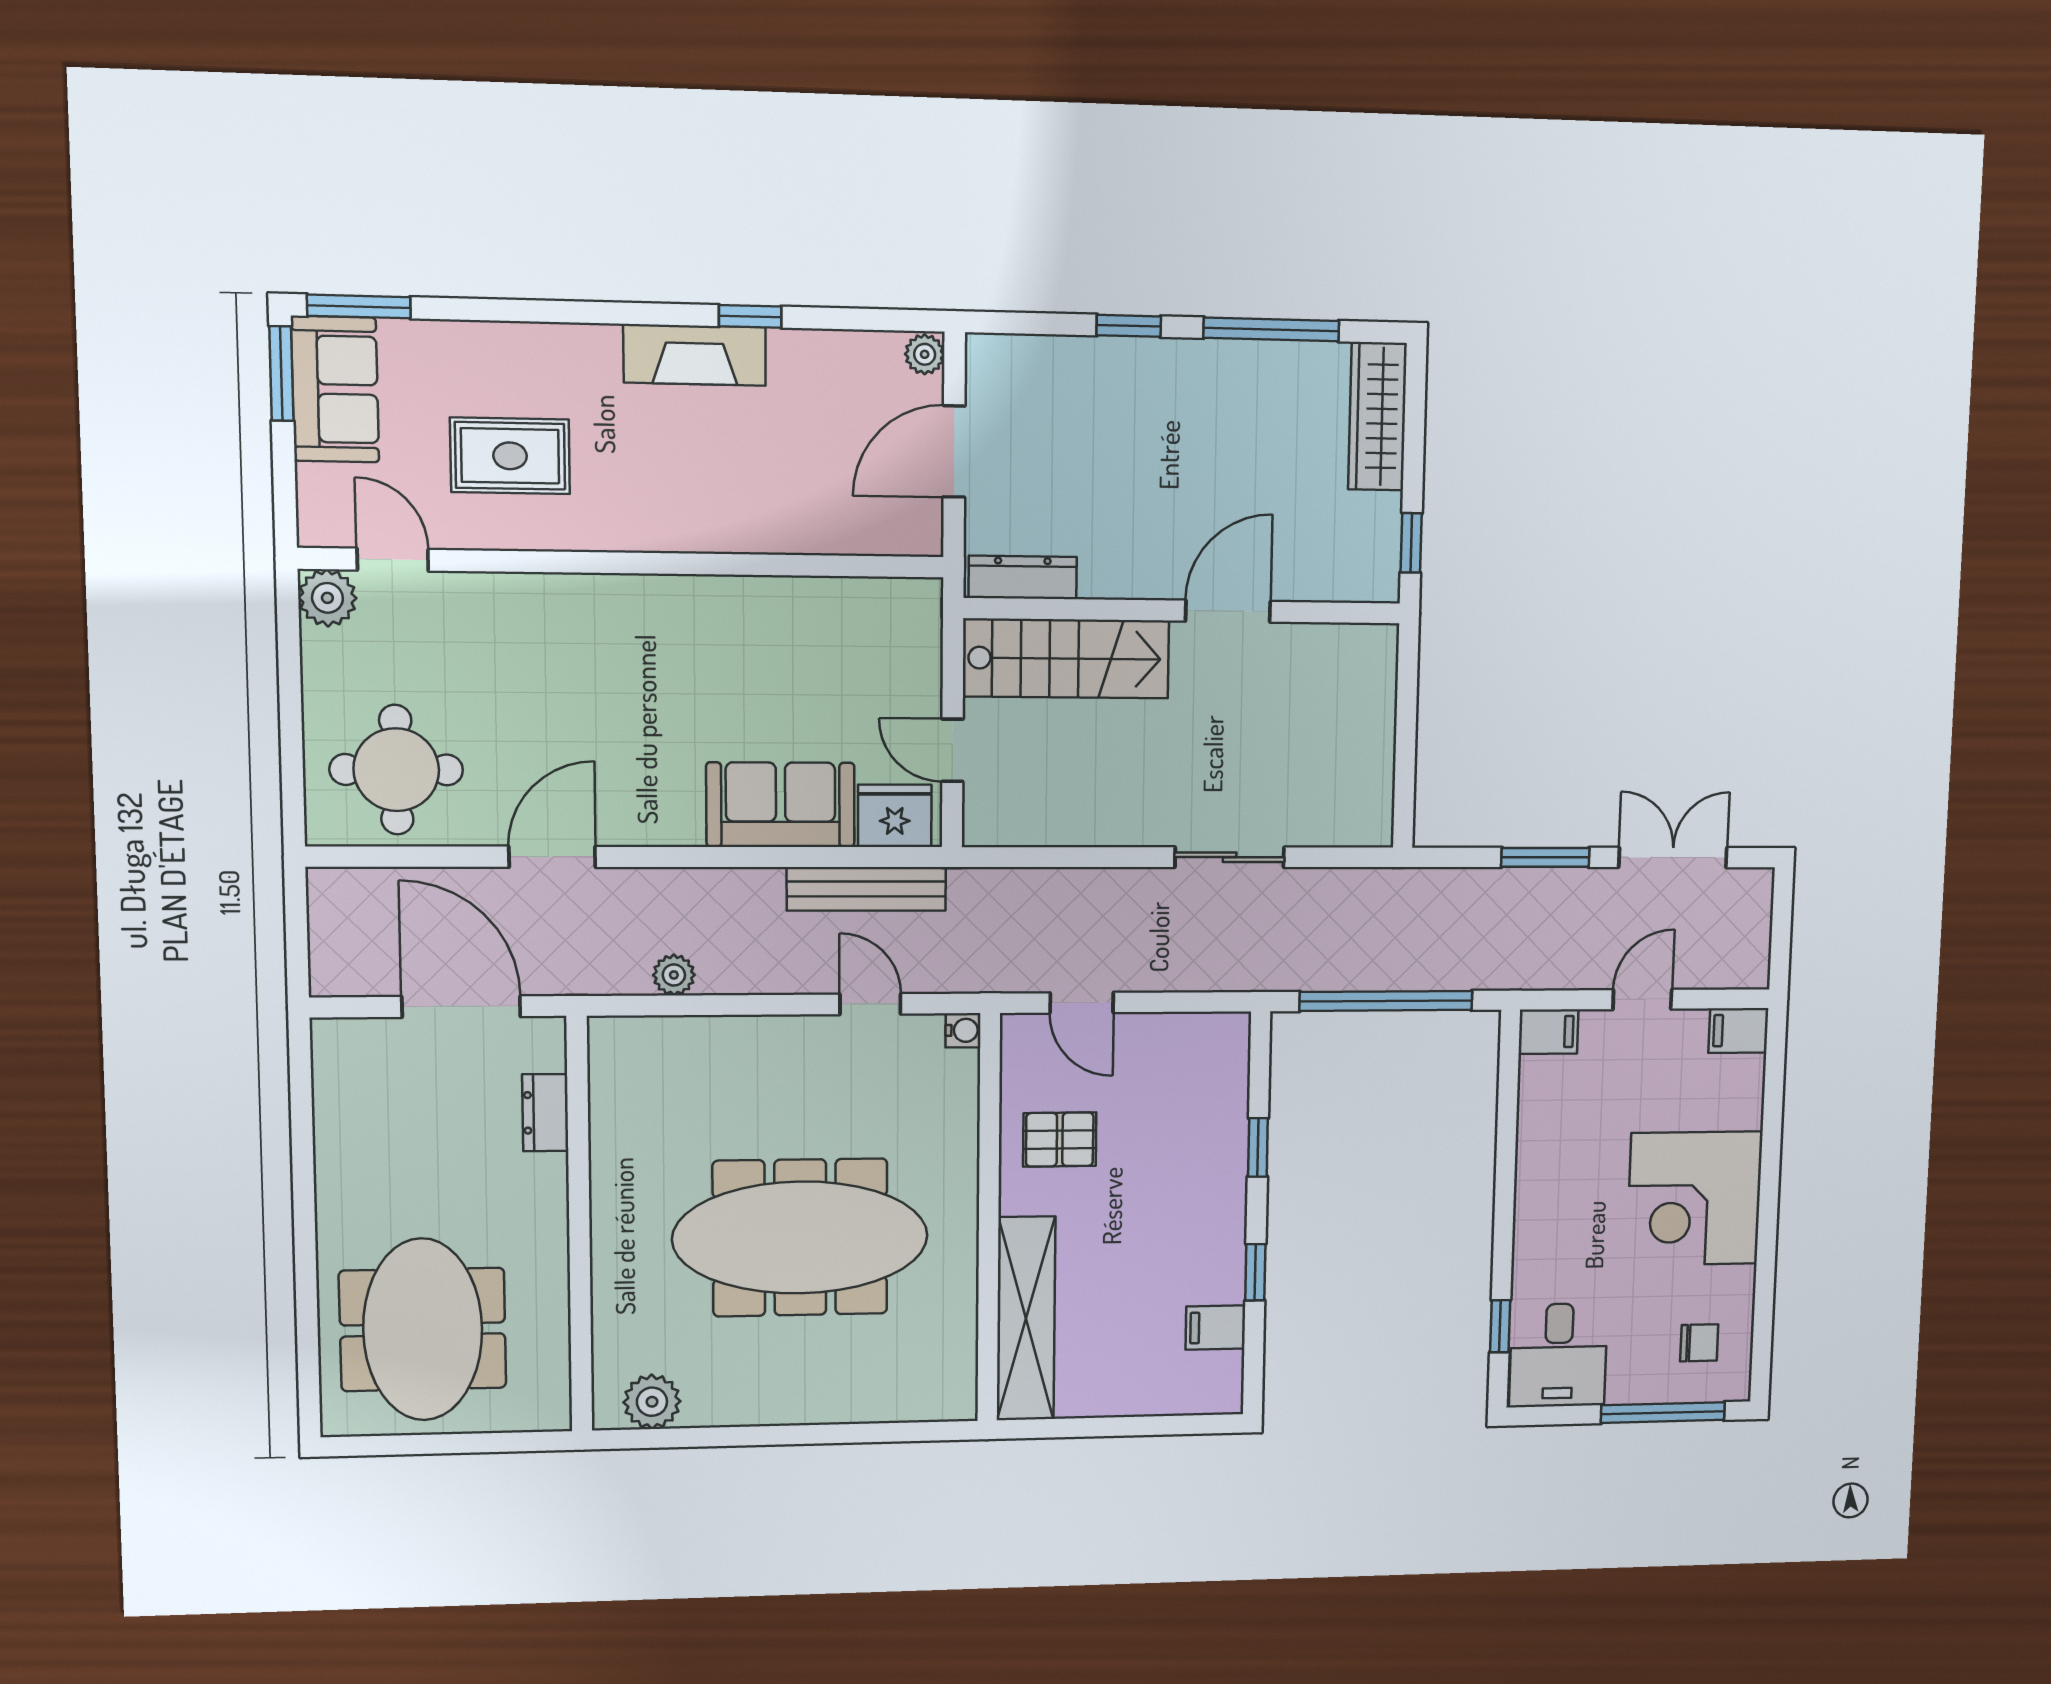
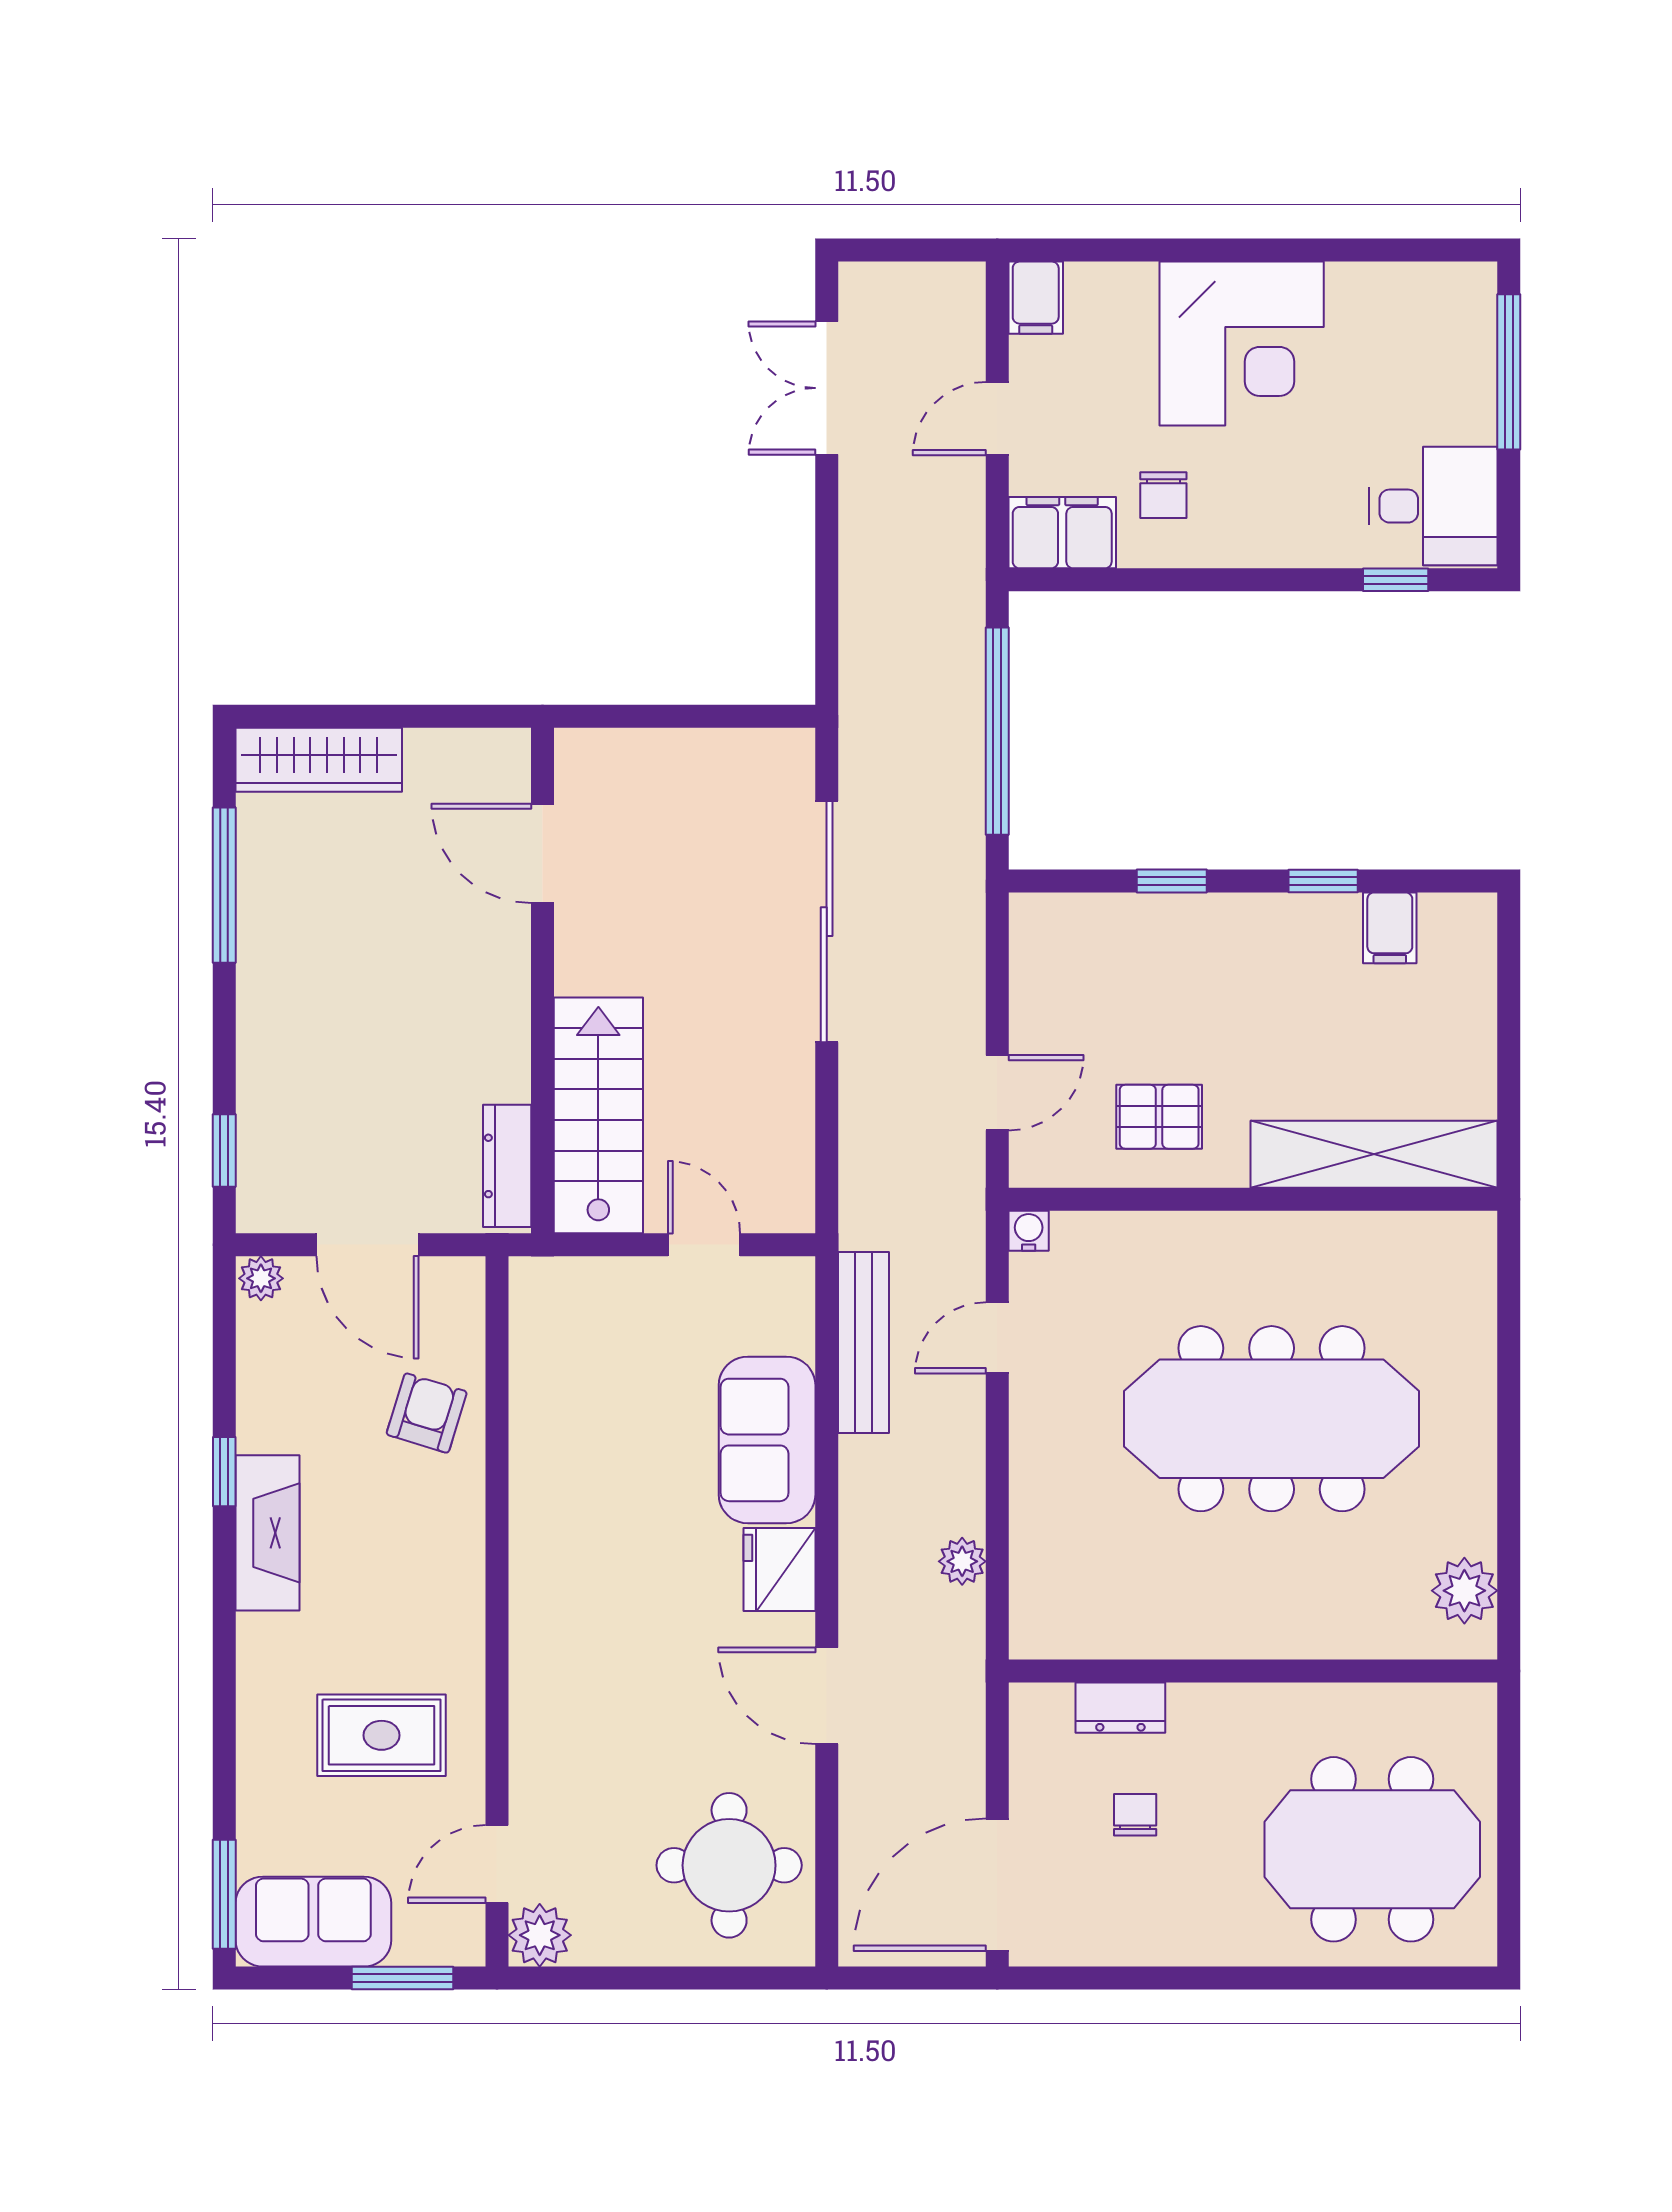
window: (1129, 326) -> (224, 1151), moved
window: (281, 373) -> (402, 1978), moved
rug: (510, 456) -> (382, 1735), turned 90
armchair: (804, 502) -> (427, 1413), added
window: (1411, 543) -> (462, 716), removed
door: (1228, 611) -> (542, 853), moved
door: (952, 750) -> (704, 1245), swing flipped
fridge: (895, 816) -> (779, 1570), moved
sliding door: (1230, 857) -> (827, 922), width x1.86
window: (1545, 857) -> (827, 544), removed
door: (1642, 999) -> (997, 419), hinge flipped
door: (461, 1007) -> (997, 1885), moved
filing cabinet: (1548, 1032) -> (1062, 533), width x2.00
chair: (450, 1126) -> (1135, 1815), added
pallet: (1060, 1139) -> (1159, 1117), turned 90
meeting table: (800, 1238) -> (1272, 1419), turned 90
chair: (1699, 1343) -> (1163, 495), moved, turned 180

